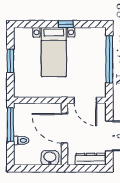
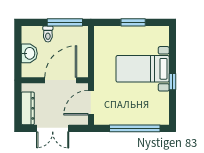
washbasin: (50, 158) -> (29, 53), moved

